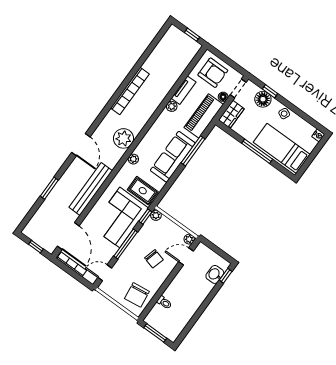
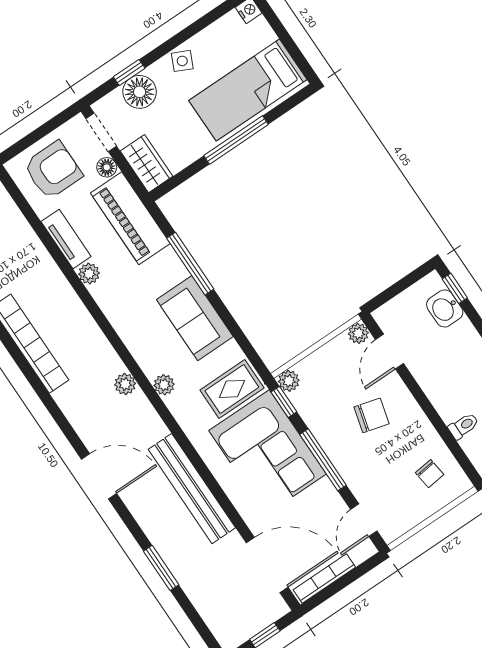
plant: (124, 138) -> (125, 384), width x0.53, depth x0.53
sofa: (173, 157) -> (195, 318), width x0.73
chair: (137, 295) -> (430, 474), width x0.54, depth x0.54

